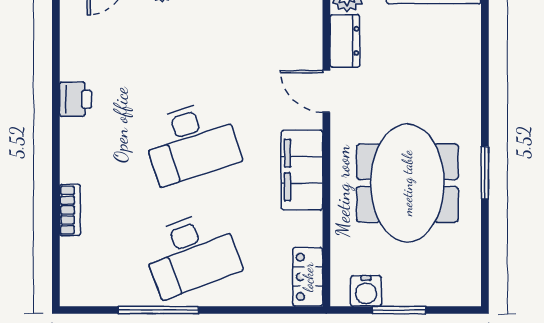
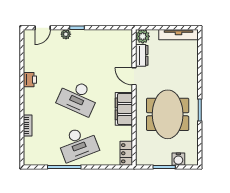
desk: (191, 142) -> (78, 97), turned 42
water cooler: (366, 291) -> (178, 159), moved

